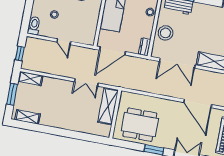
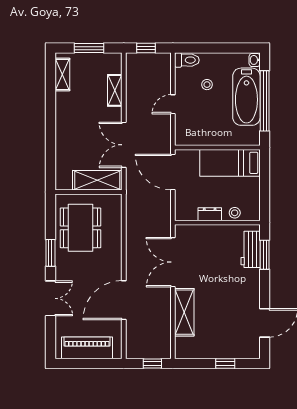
stool: (165, 33) -> (211, 239), removed
dresser: (145, 47) -> (210, 214), moved
shelving: (30, 79) -> (115, 90), moved
double door: (86, 82) -> (124, 145), width x1.37

